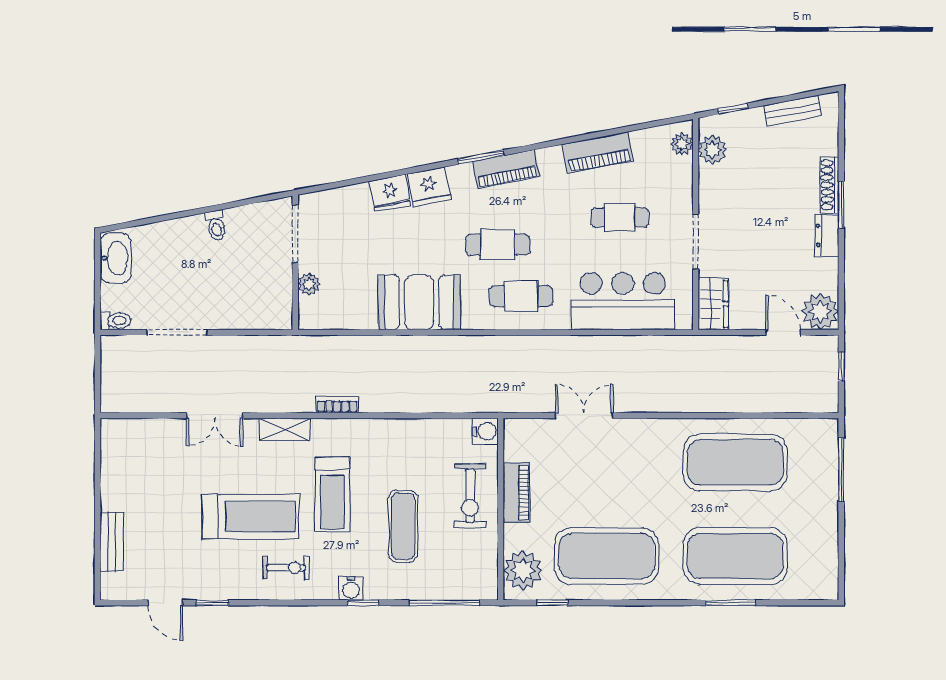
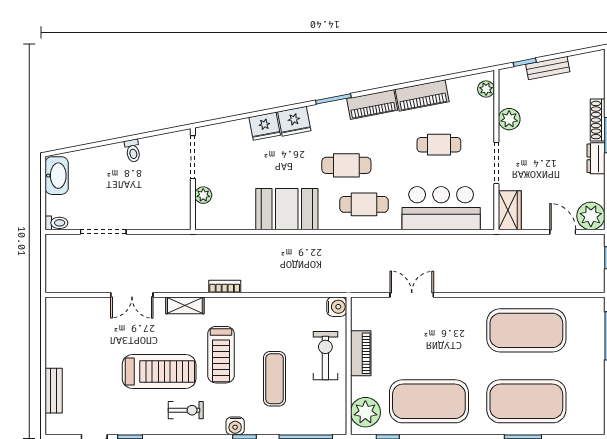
bench: (793, 111) -> (548, 68), moved
plant: (713, 150) -> (509, 119), moved
piano: (506, 169) -> (372, 104), moved
exercise bike: (470, 496) -> (325, 356), turned 180

